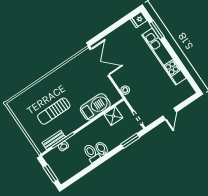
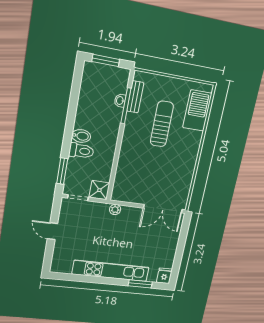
barbecue: (95, 107) -> (197, 111), moved, turned 180
shower: (113, 116) -> (99, 190), moved
toilet: (91, 153) -> (81, 151), moved

